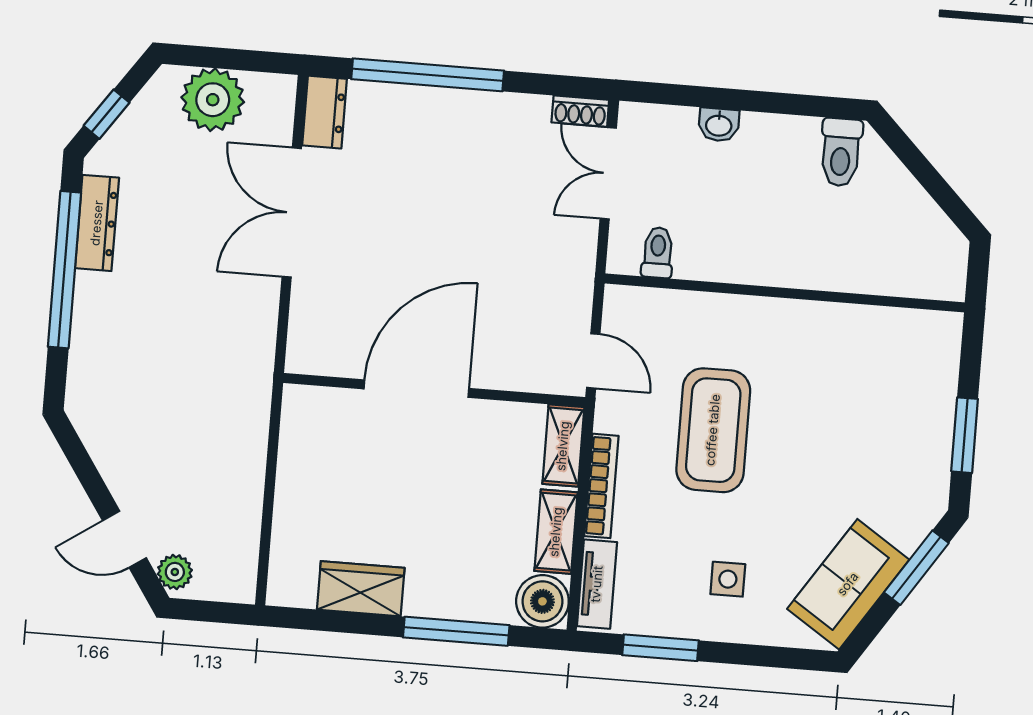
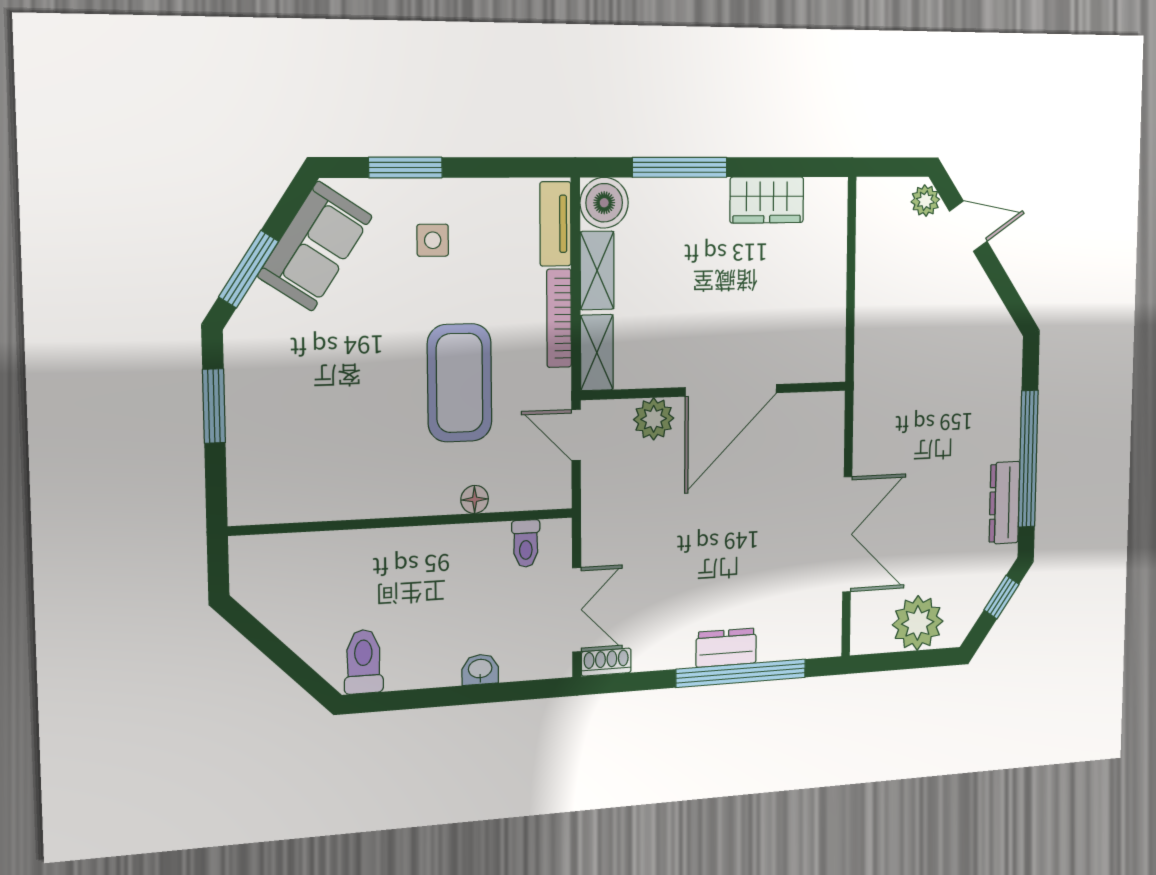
dresser: (325, 112) -> (726, 648), moved, turned 90
floor lamp: (708, 307) -> (475, 499), added
plant: (506, 368) -> (654, 419), added
window: (660, 648) -> (405, 167), moved

